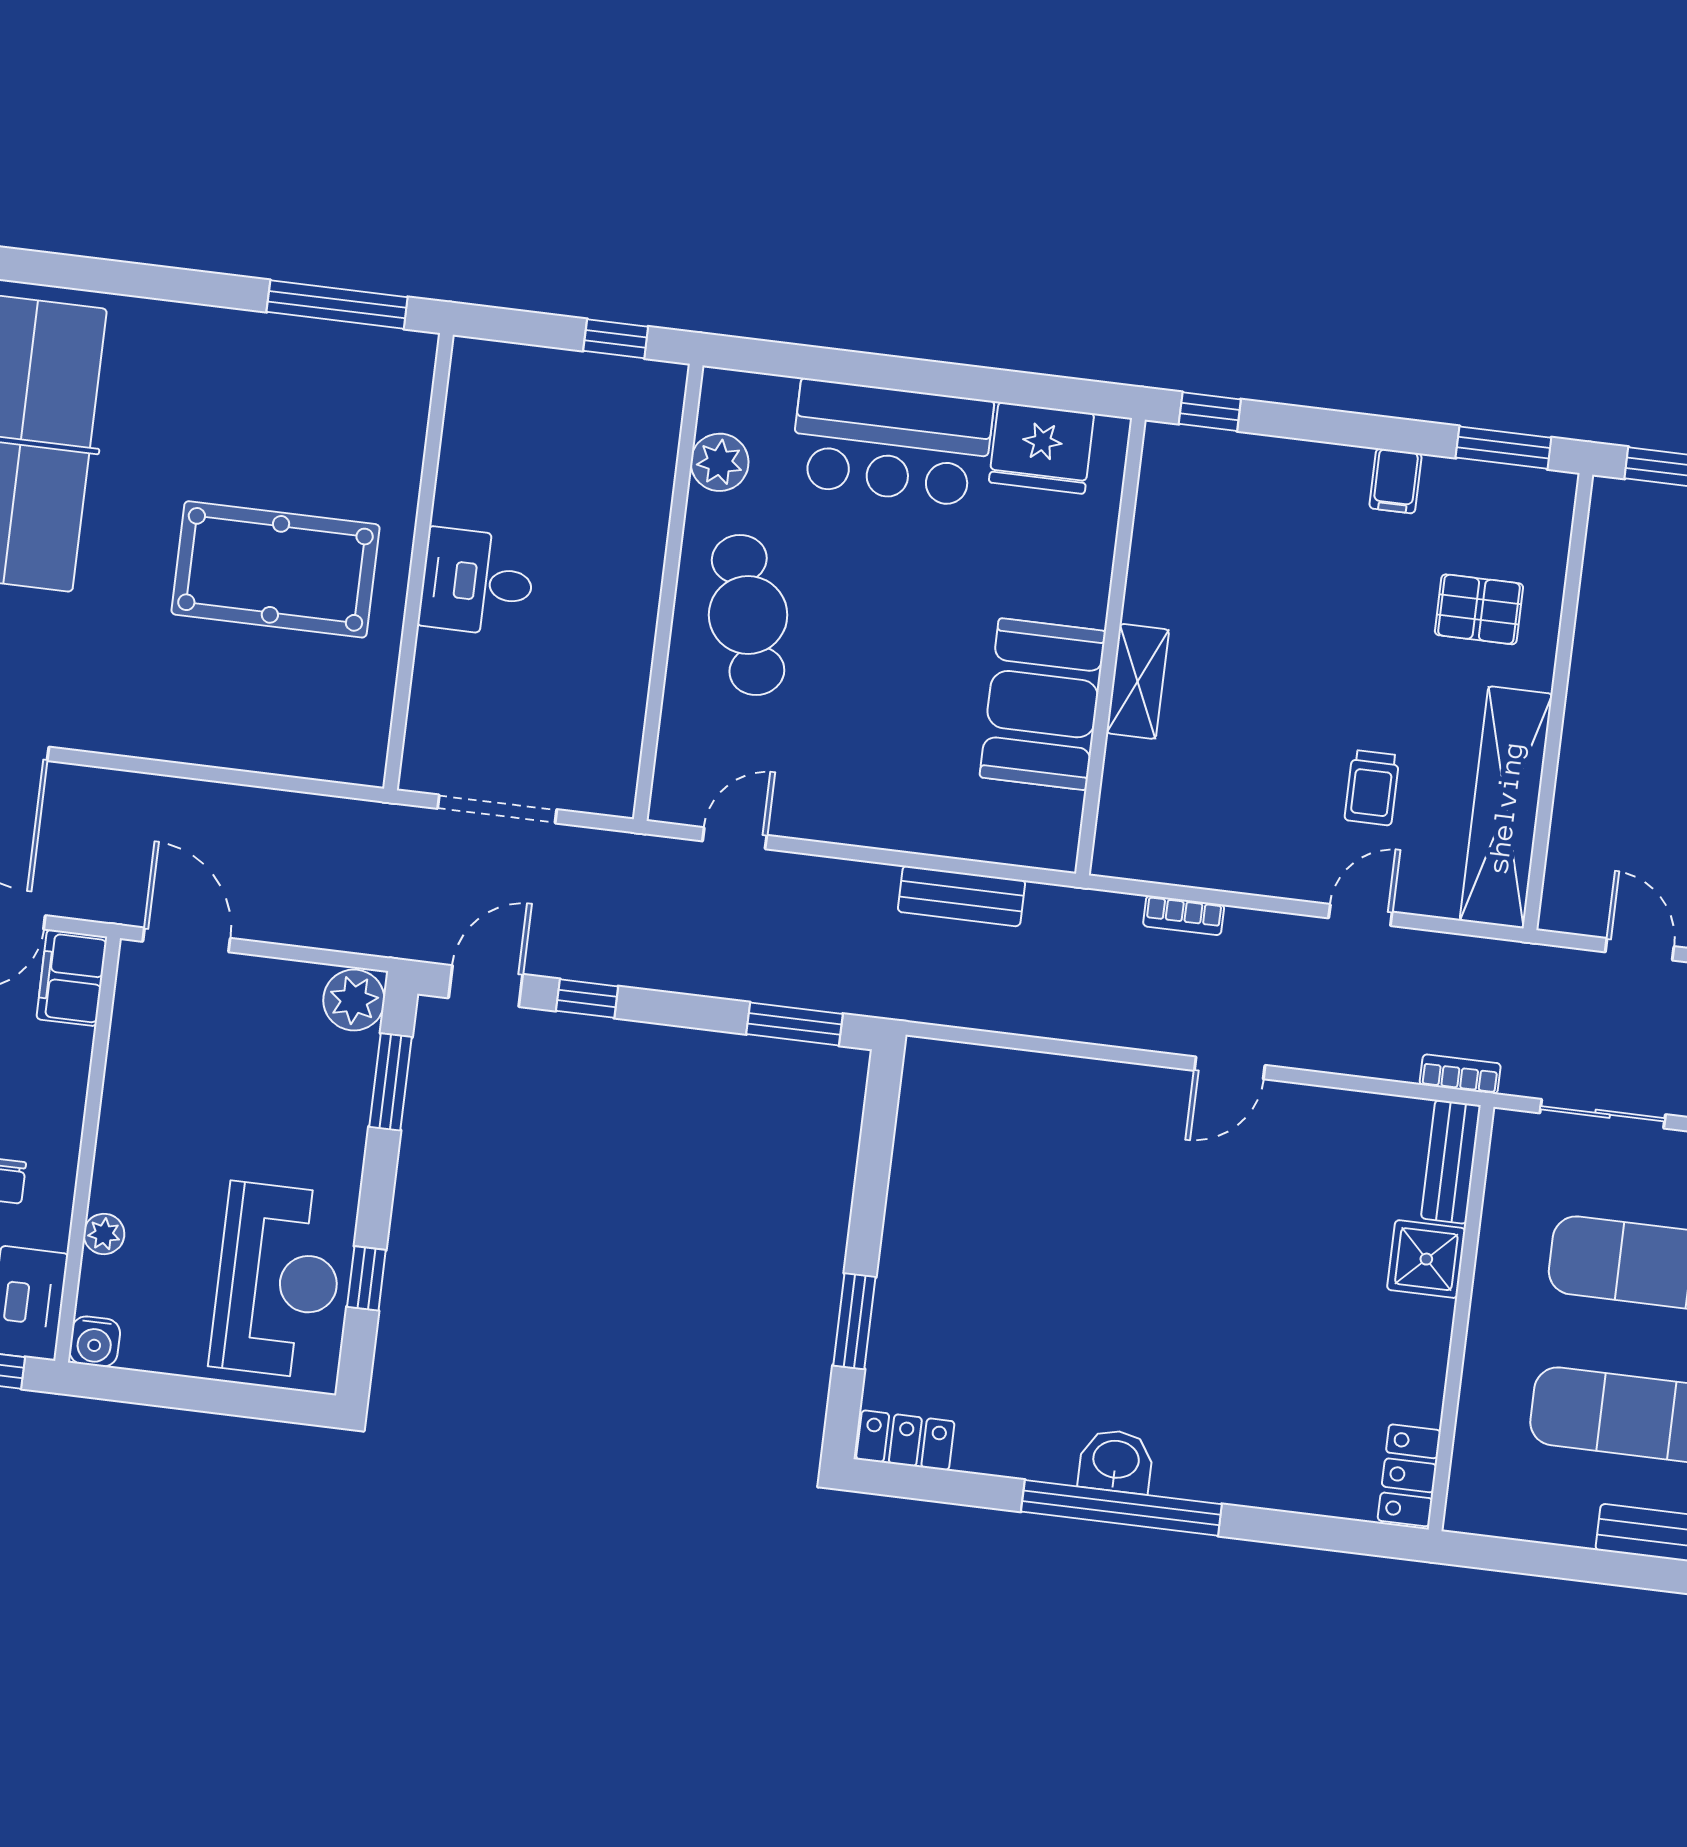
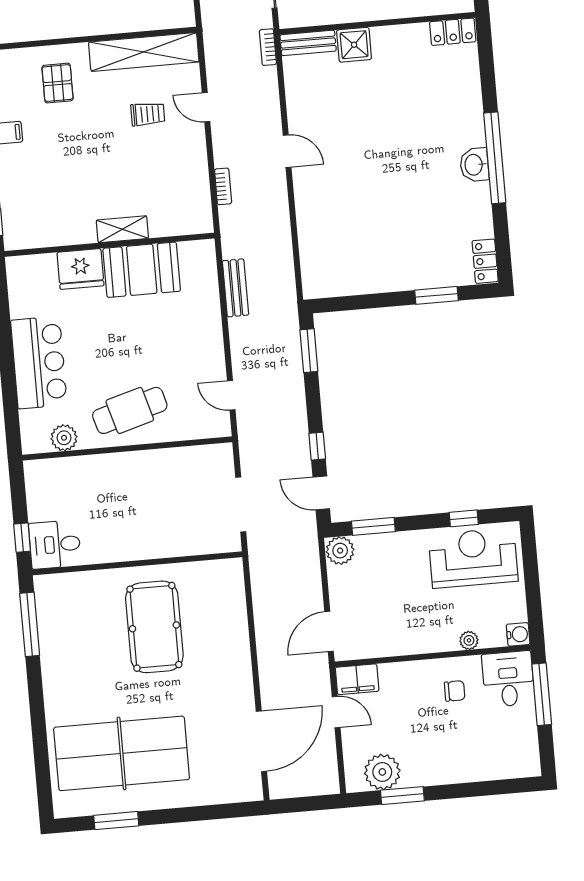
window: (616, 339) -> (22, 538), moved
fridge: (1042, 448) -> (80, 269), moved, turned 90
desk: (477, 582) -> (55, 545), moved, turned 90

